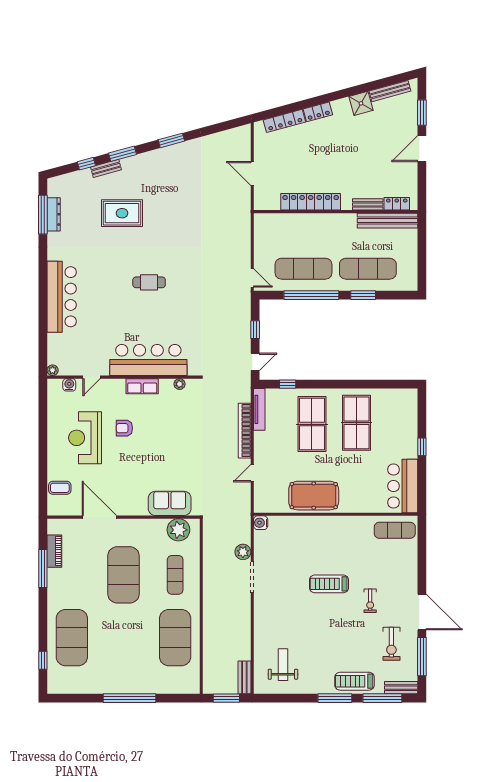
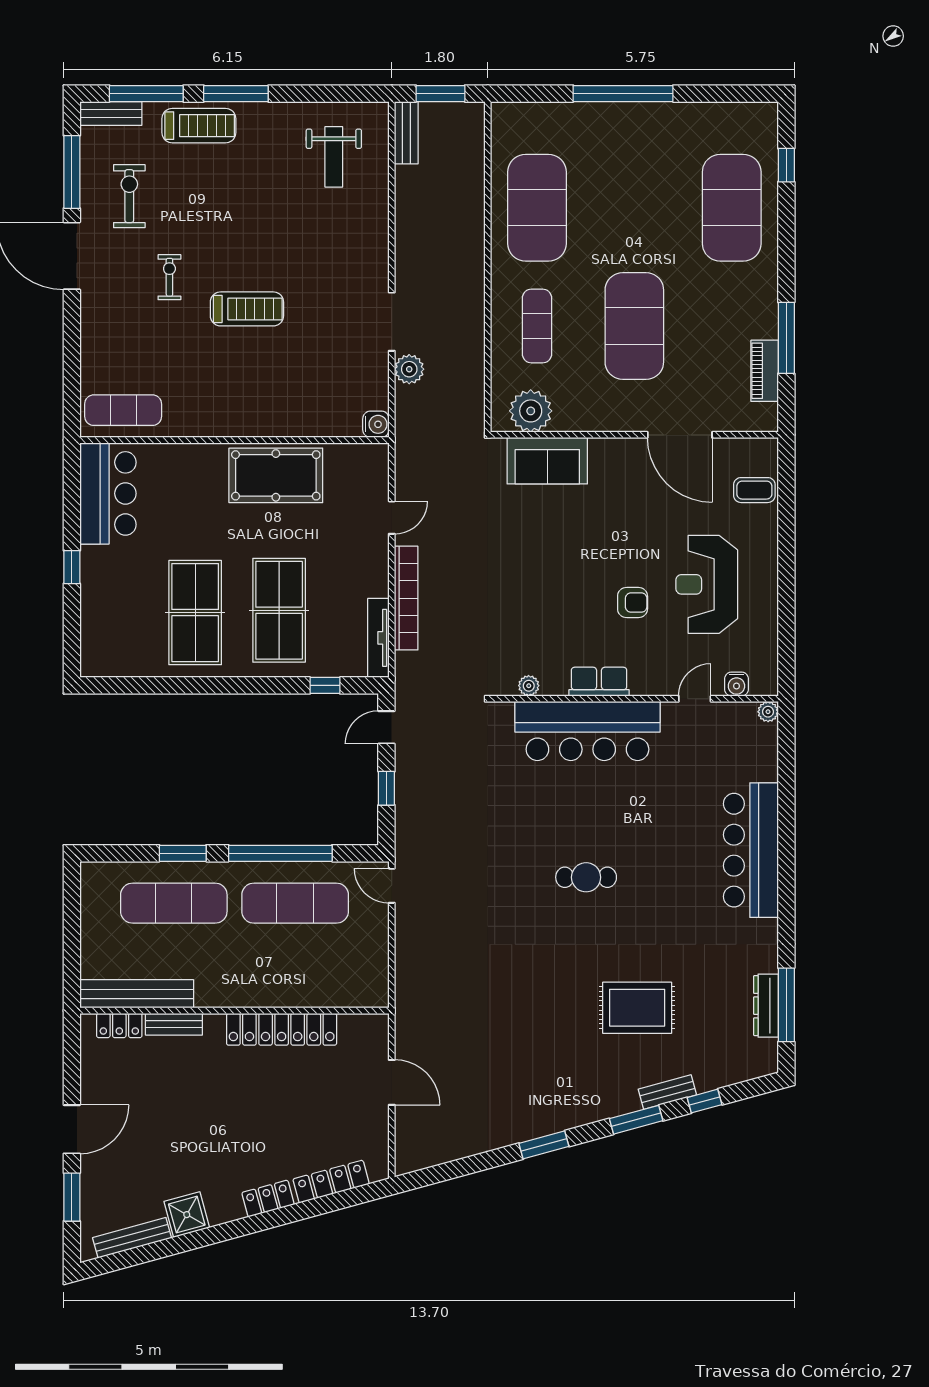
reception desk: (85, 438) -> (707, 584), turned 180

